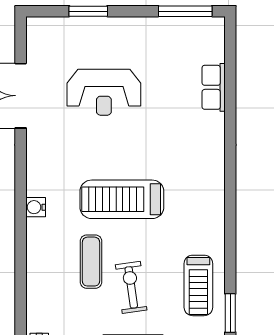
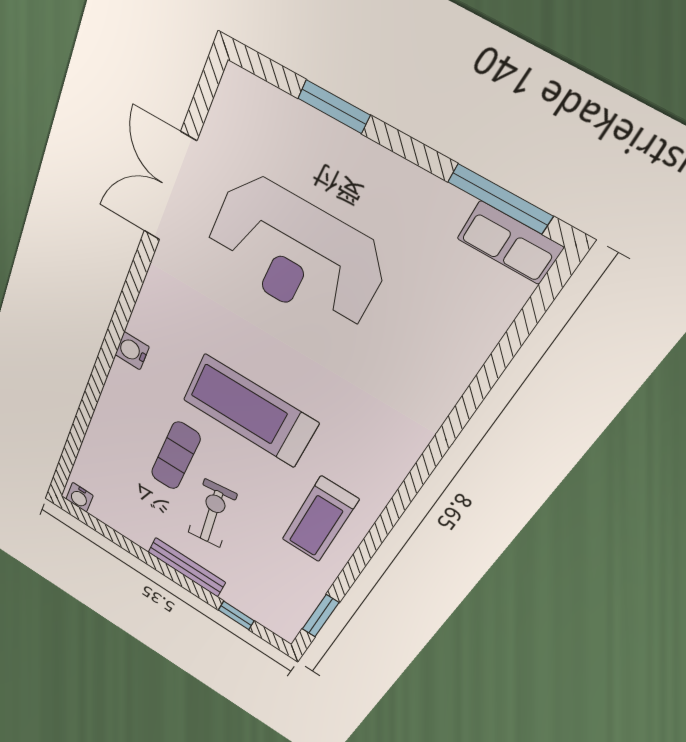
row of seats: (214, 87) -> (510, 243), moved, turned -90
reception desk: (104, 92) -> (295, 254), width x1.36, depth x1.30
treadmill: (198, 285) -> (320, 520), moved

